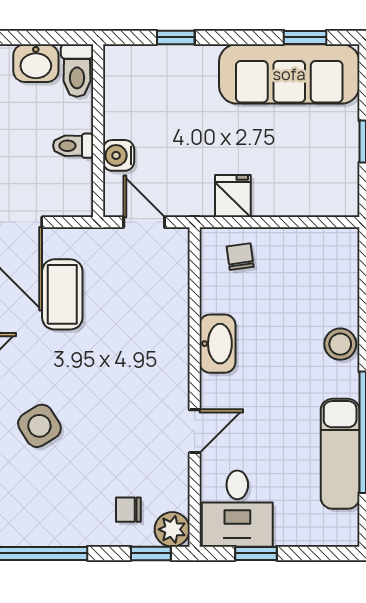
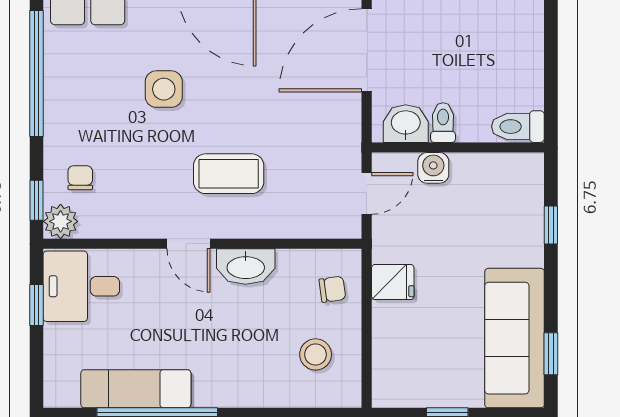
washbasin: (36, 63) -> (406, 124), moved, turned 90
coffee table: (62, 294) -> (229, 174), moved
stool: (340, 344) -> (316, 354), moved
side table: (39, 426) -> (164, 89), turned 32
door: (195, 431) -> (188, 244), moved

